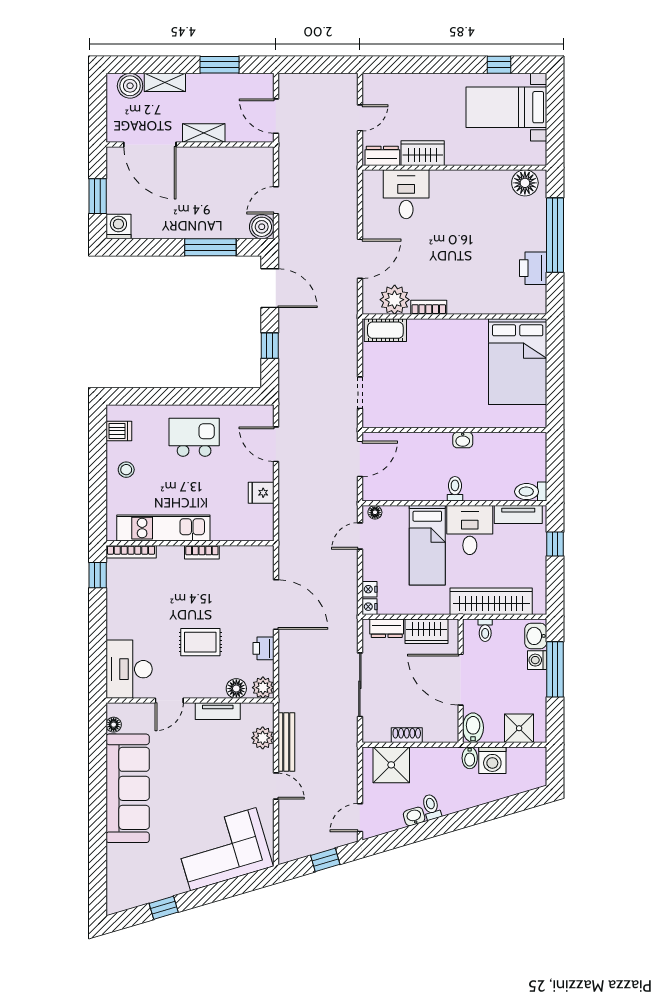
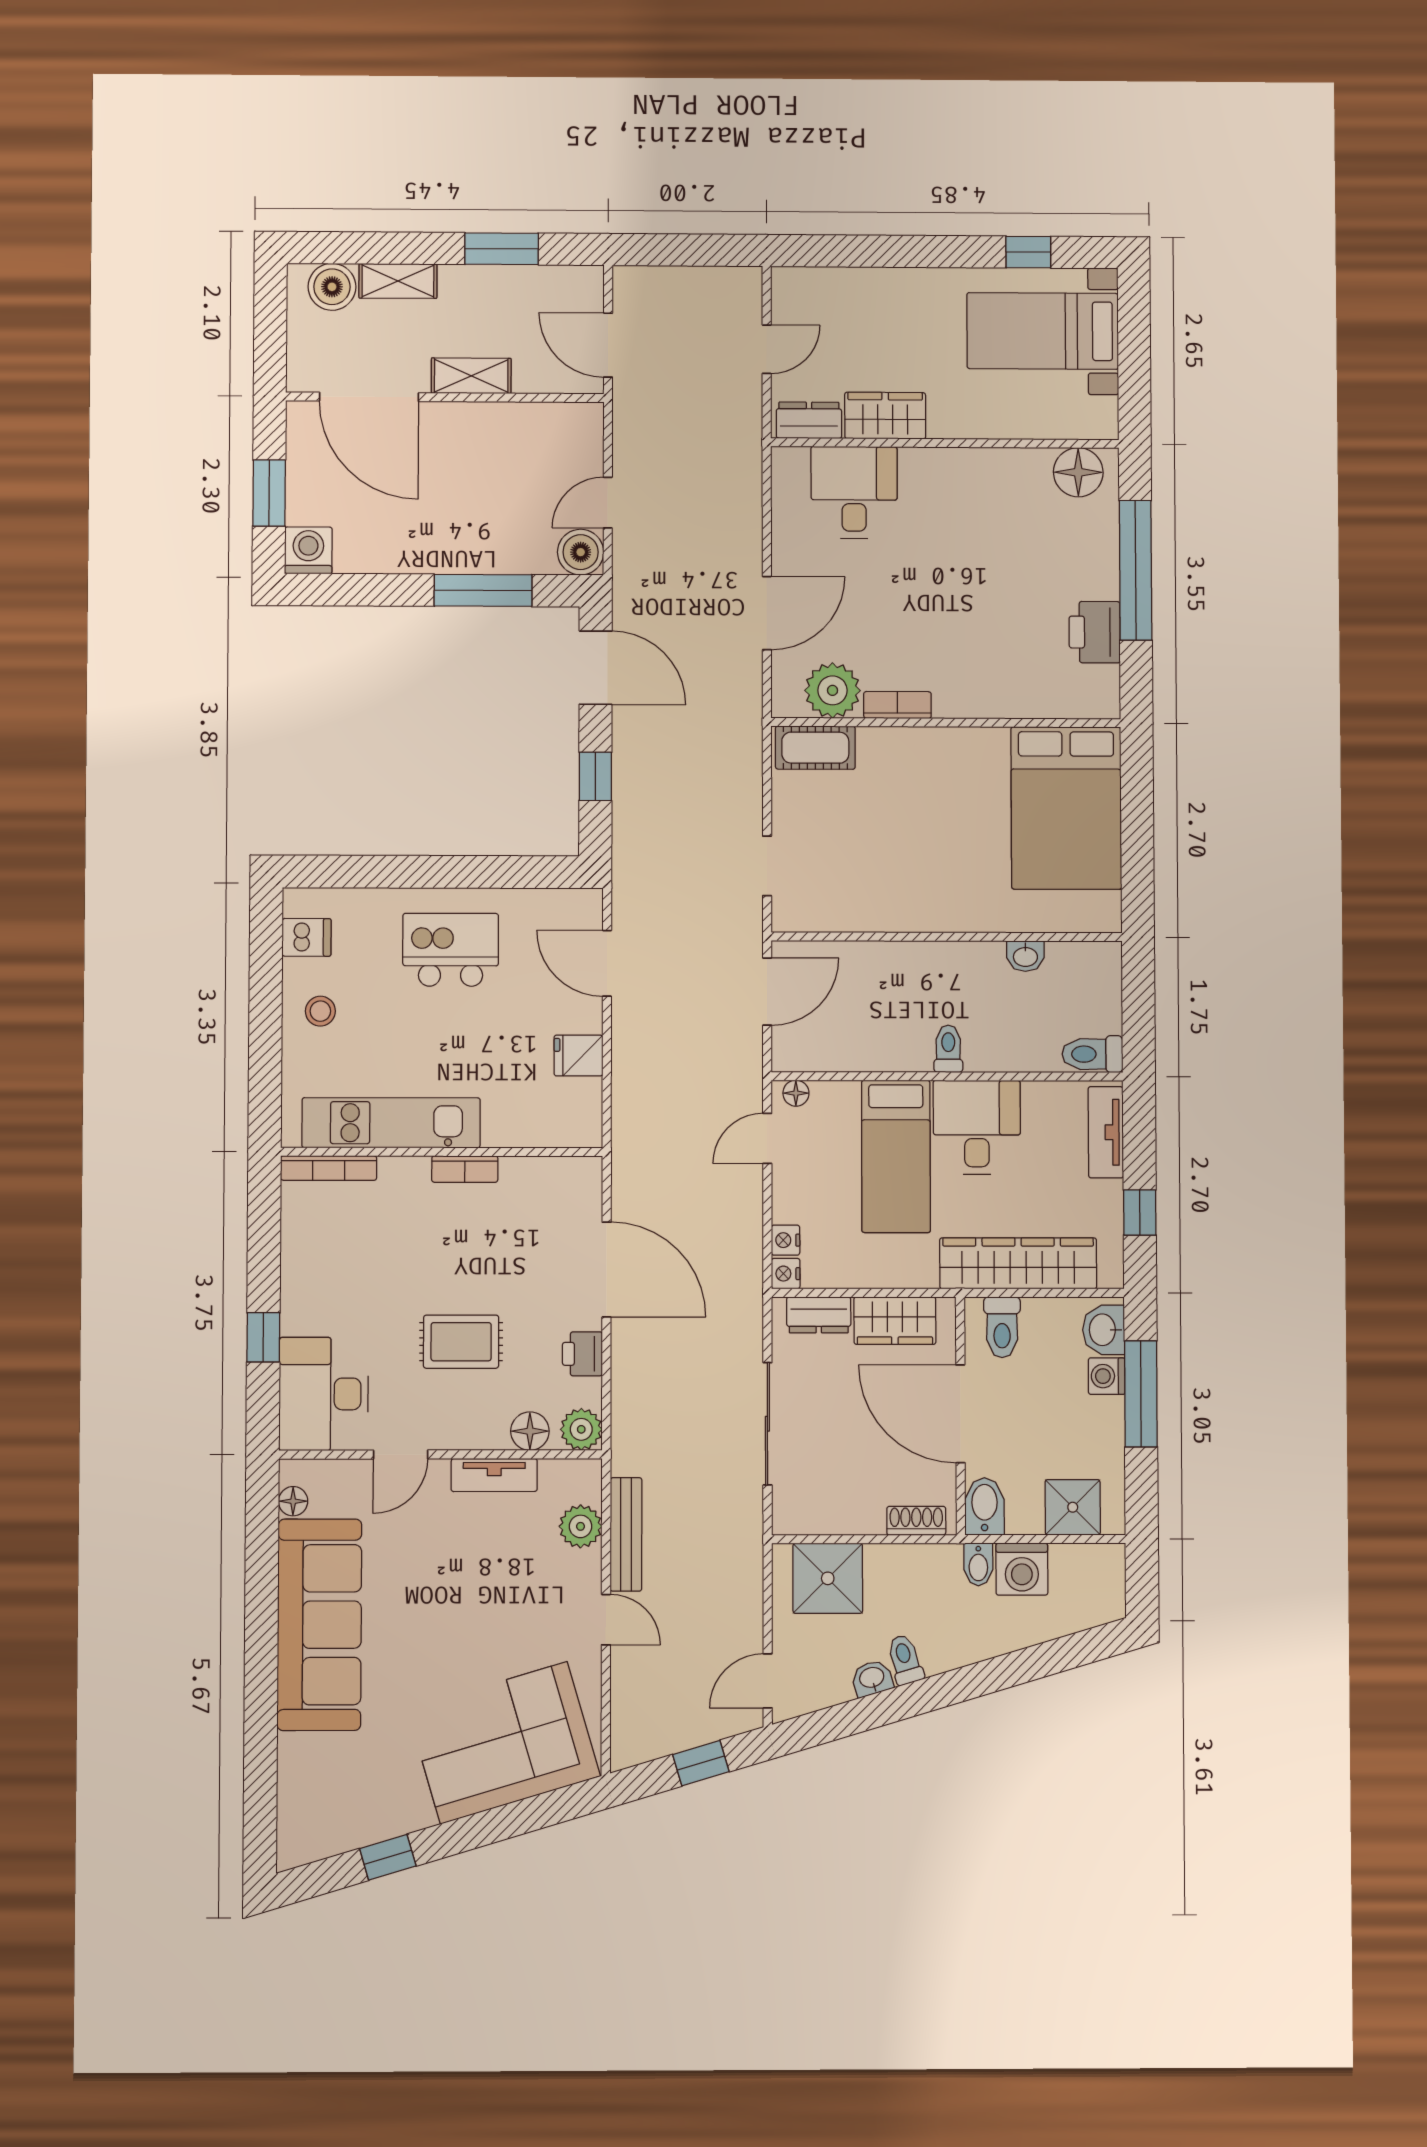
washbasin: (463, 440) -> (1025, 956), moved
tv unit: (518, 515) -> (1106, 1132), moved, turned 90
window: (555, 544) -> (1140, 1213), moved
window: (98, 575) -> (263, 1337), moved
toilet: (485, 630) -> (1002, 1327), width x1.37, depth x1.39
shoe rack: (407, 735) -> (916, 1521), moved

